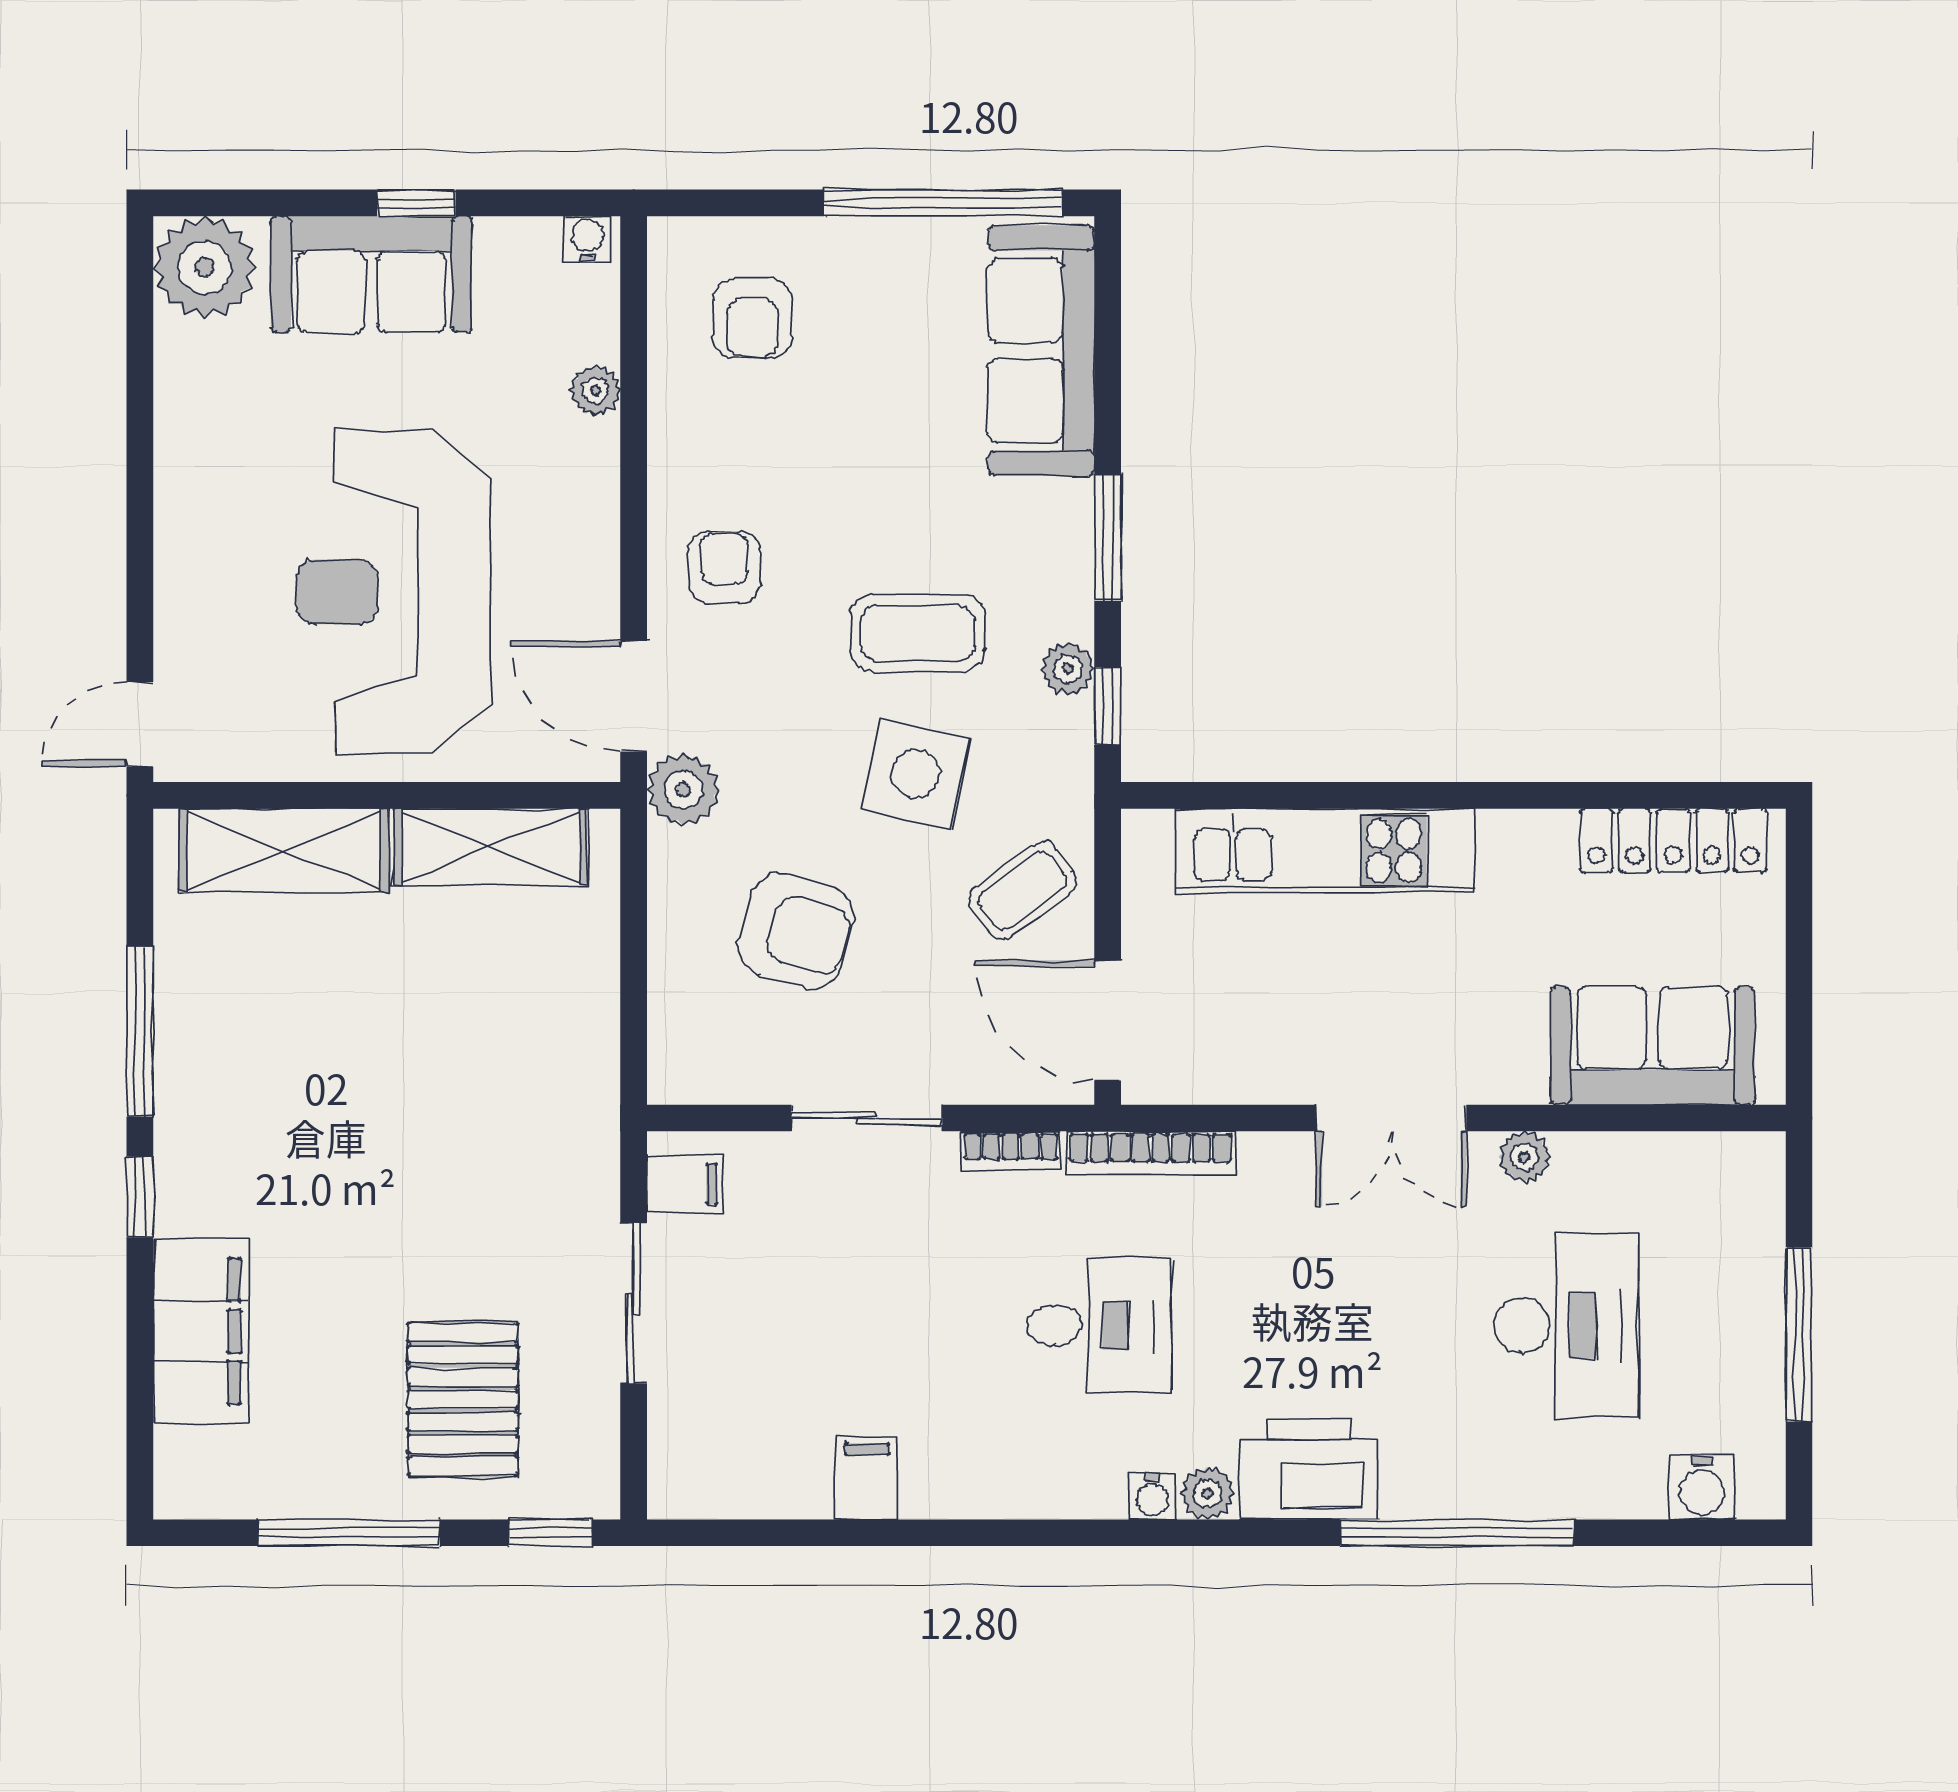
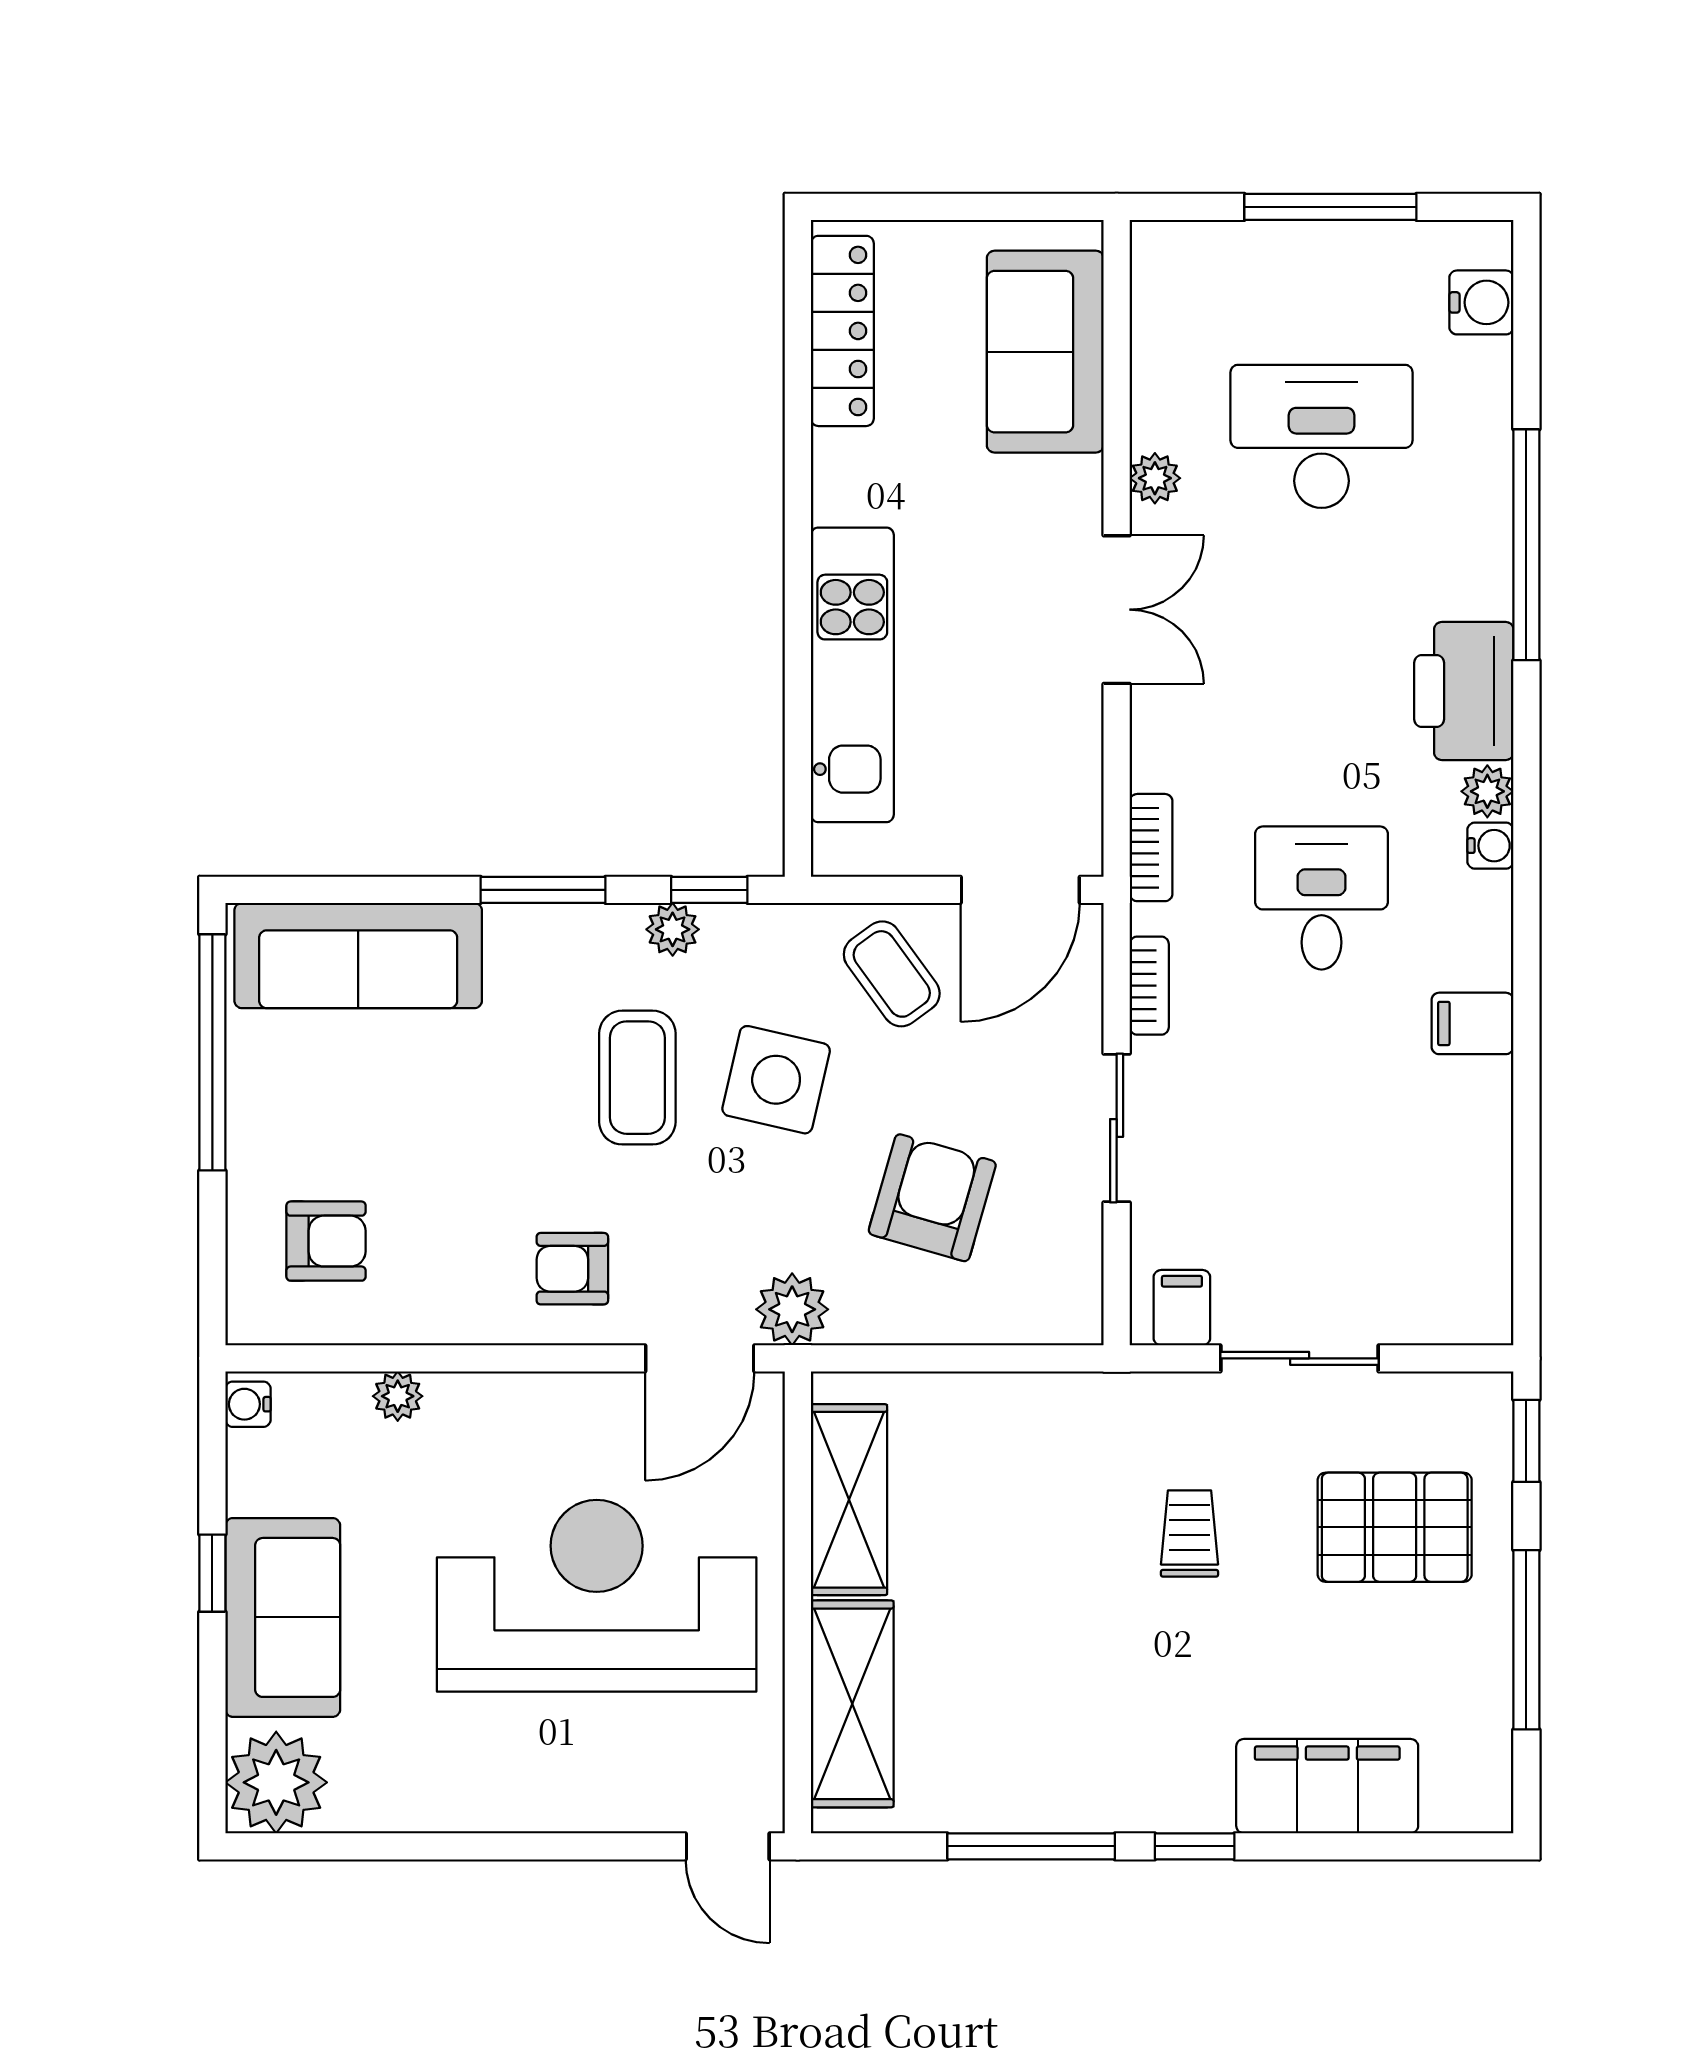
reception desk: (393, 592) -> (597, 1596), turned 180
bookcase: (1151, 1153) -> (1151, 848), width x0.64
trolley: (456, 1192) -> (1189, 1534), added
filing cabinet: (867, 1478) -> (1472, 1023), moved

